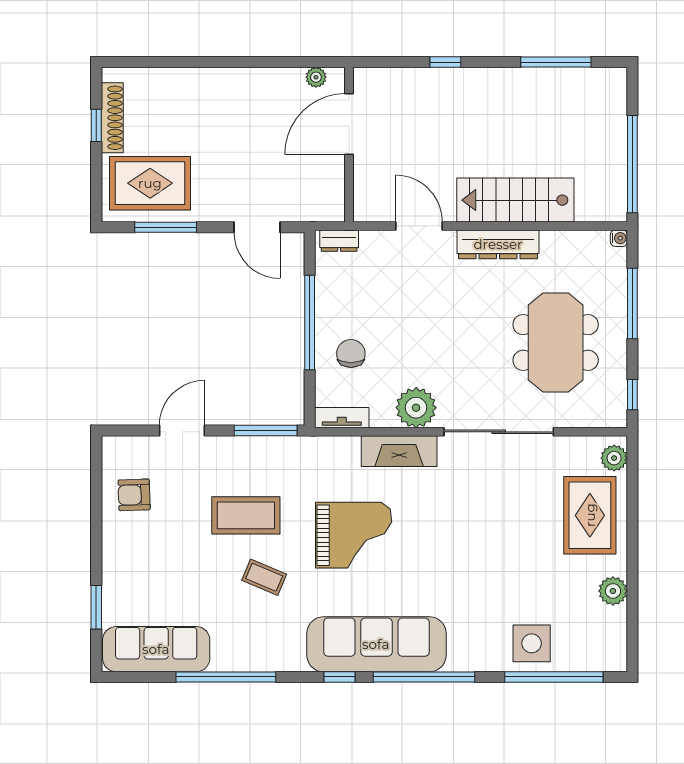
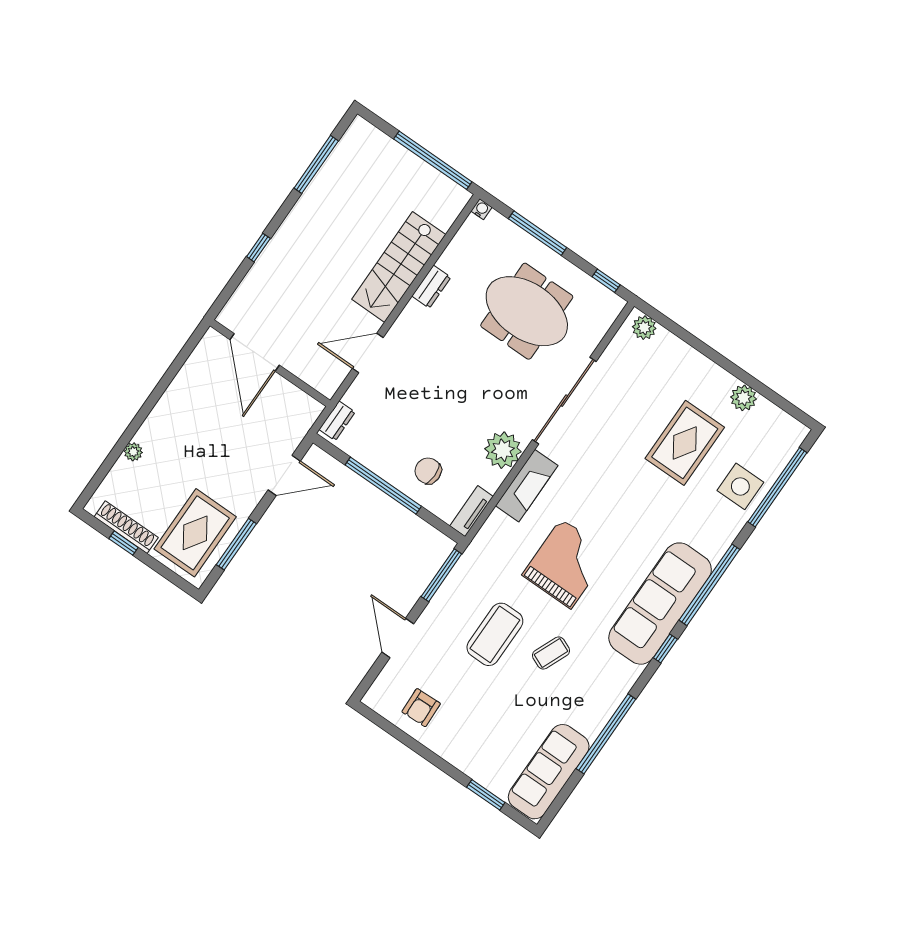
plant: (316, 77) -> (133, 452), moved
dresser: (498, 244) -> (431, 287), width x0.51, depth x0.80
rug: (590, 515) -> (685, 443), moved, turned 90

